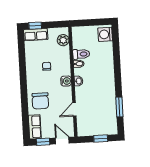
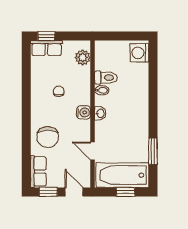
door: (74, 109) -> (93, 151), hinge flipped
bathtub: (98, 126) -> (122, 175), added

